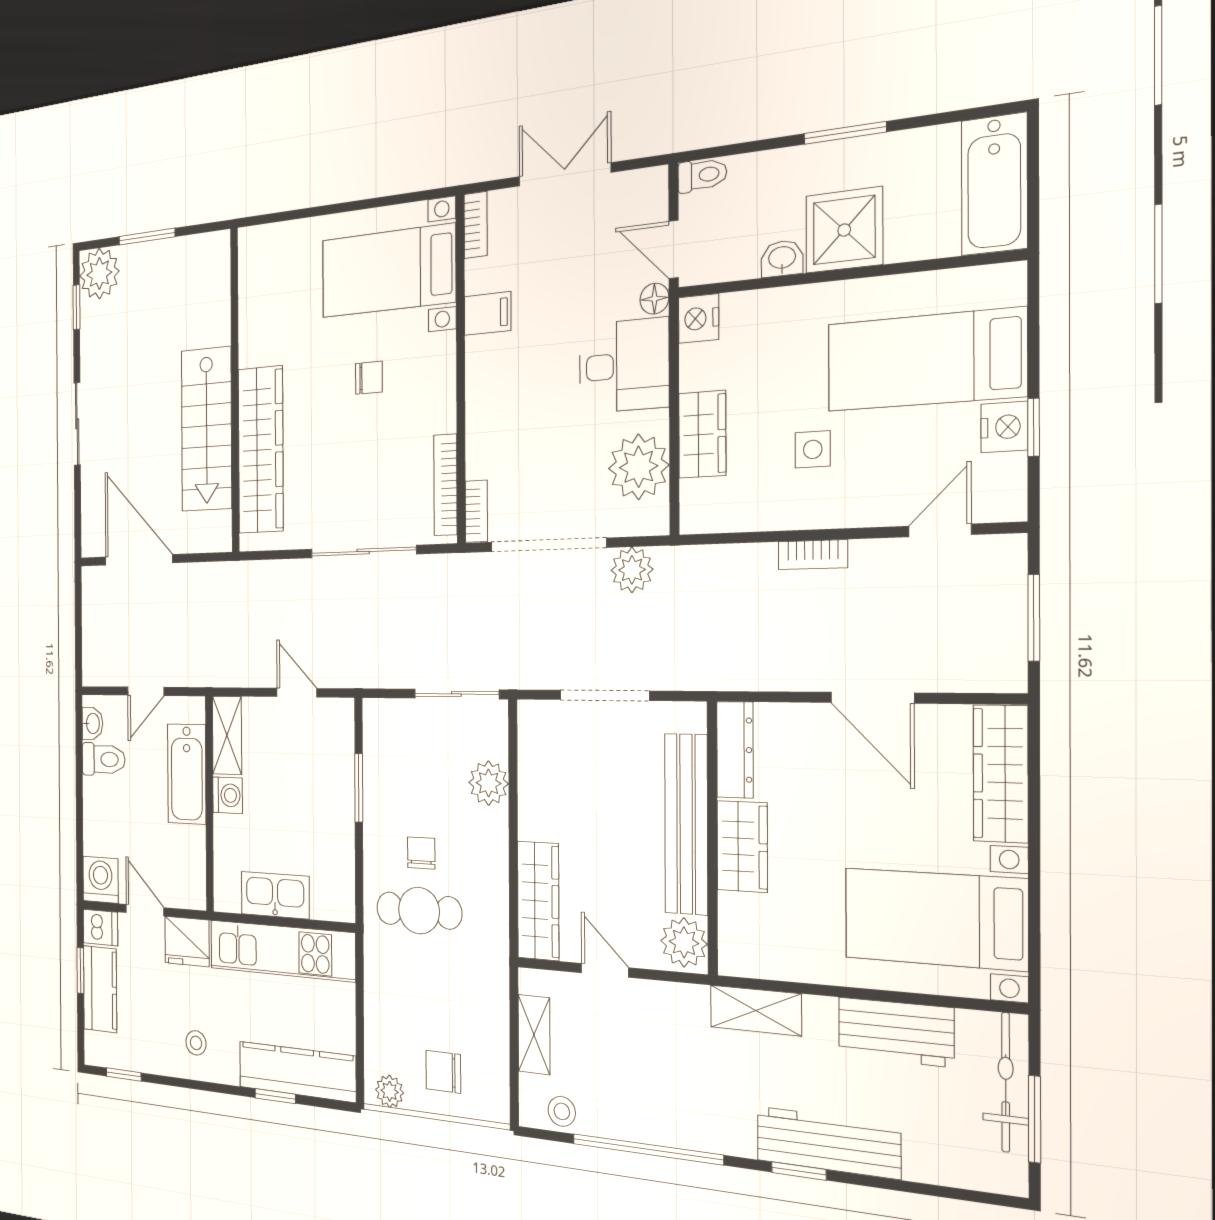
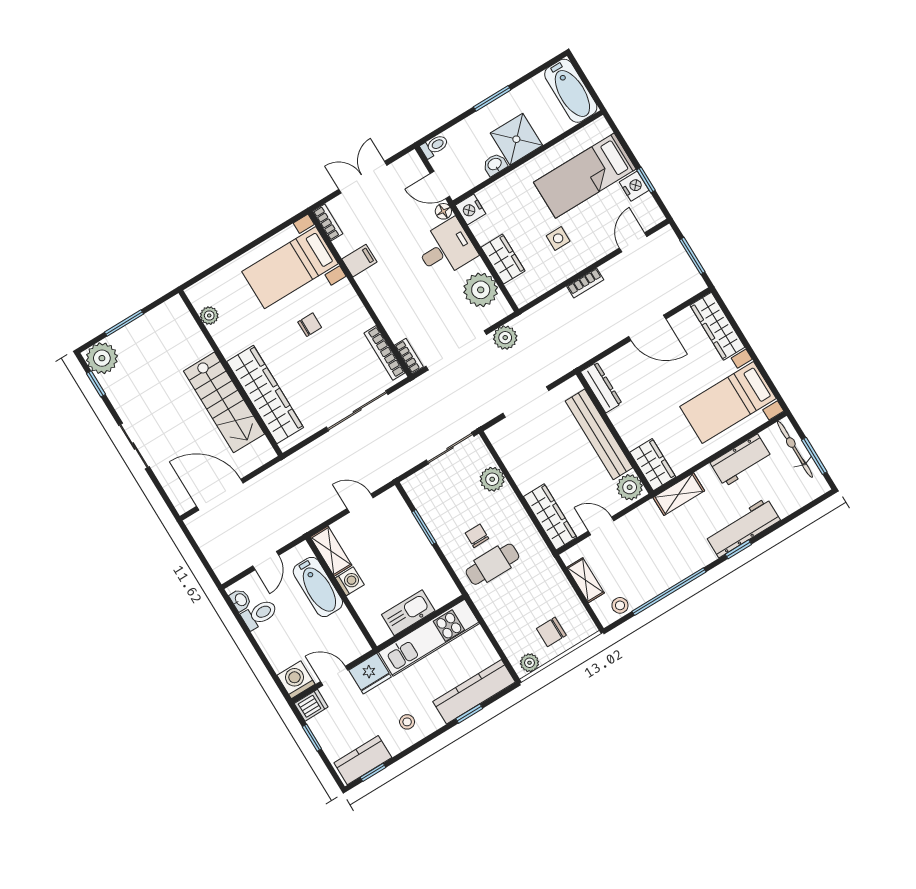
plant: (251, 286) -> (209, 316), added
wardrobe: (742, 846) -> (653, 465), moved
kitchen counter: (100, 989) -> (363, 760), moved, turned -90

